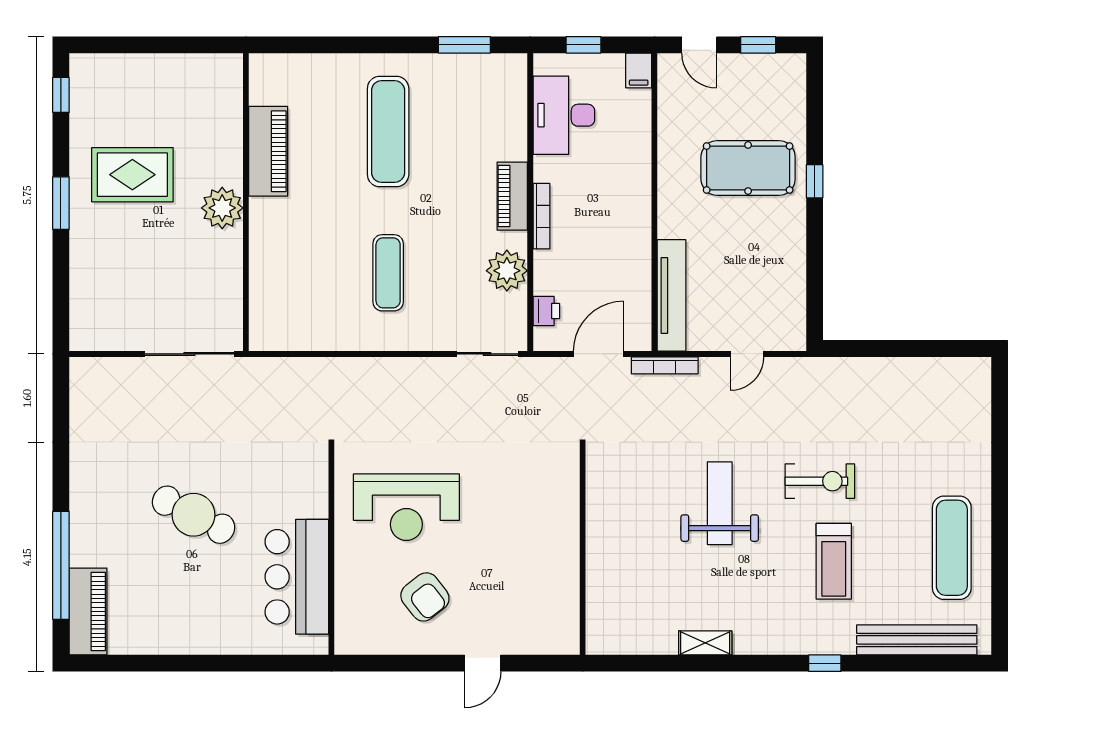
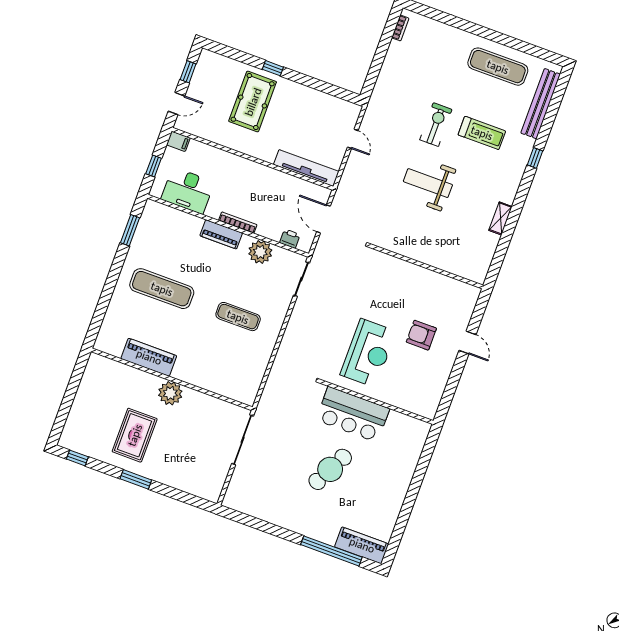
bookcase: (665, 365) -> (400, 28), moved, width x0.64
bar counter: (297, 577) -> (353, 414), moved
armchair: (425, 597) -> (421, 335), moved, turned -142

